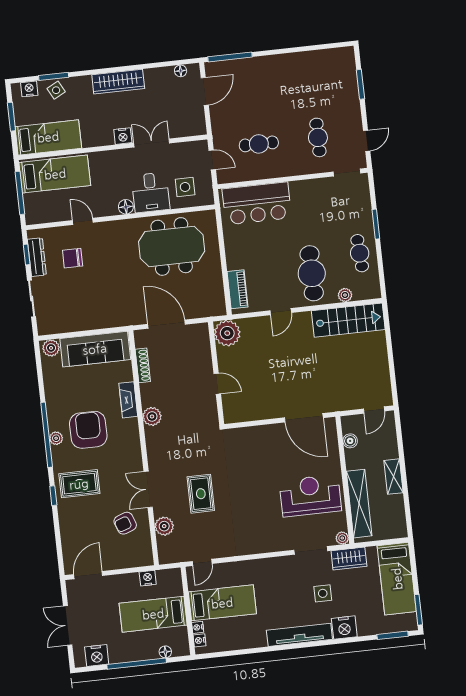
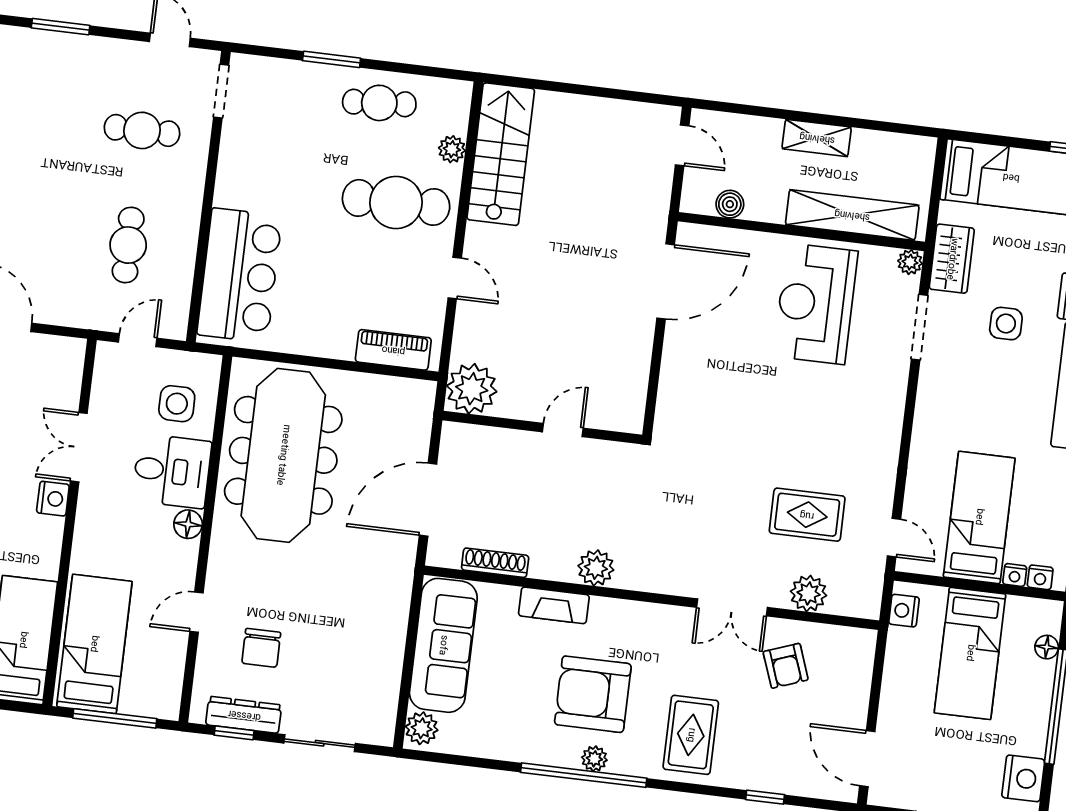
meeting table: (172, 246) -> (283, 455), width x1.36
rug: (201, 494) -> (807, 515), moved
window: (53, 496) -> (765, 797), moved
nightstand: (148, 578) -> (904, 611), moved

